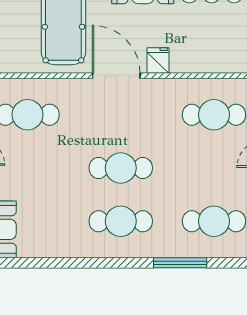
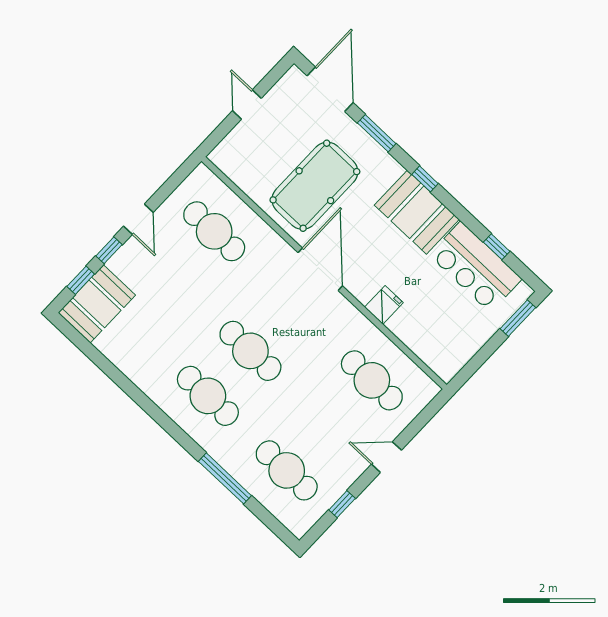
fridge: (158, 61) -> (384, 305), moved

